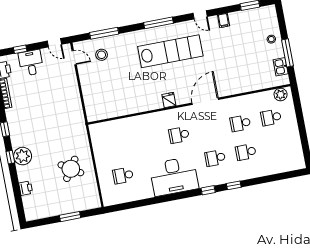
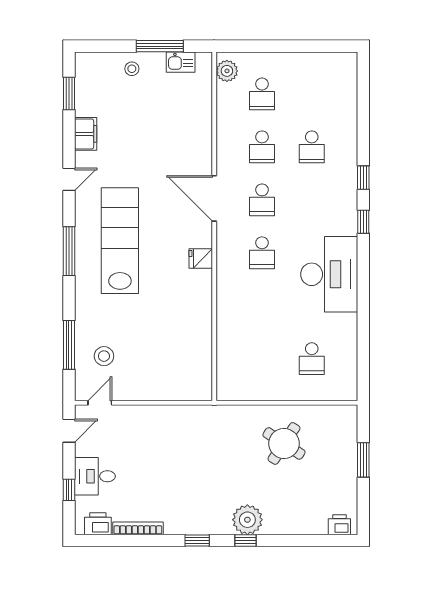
filing cabinet: (224, 20) -> (86, 134), width x2.00
school desk: (215, 158) -> (262, 200), moved
printer: (26, 188) -> (339, 525), moved

